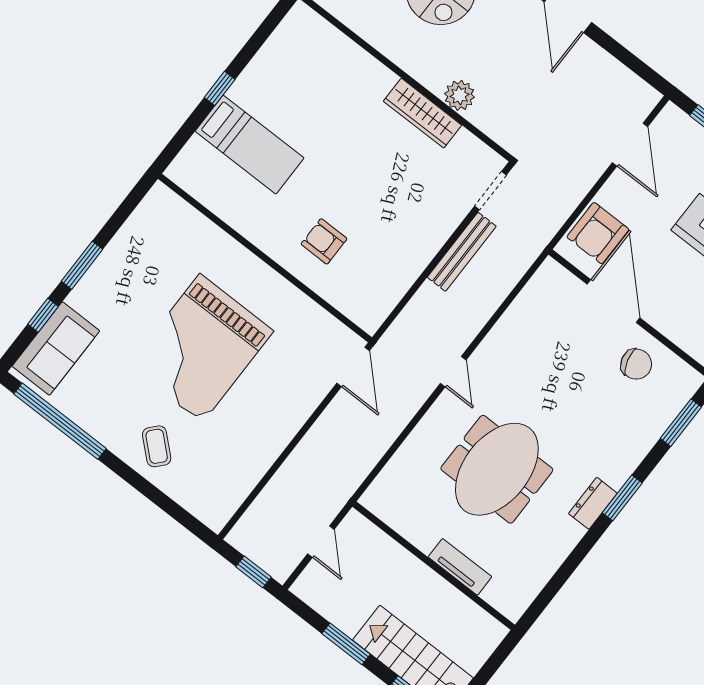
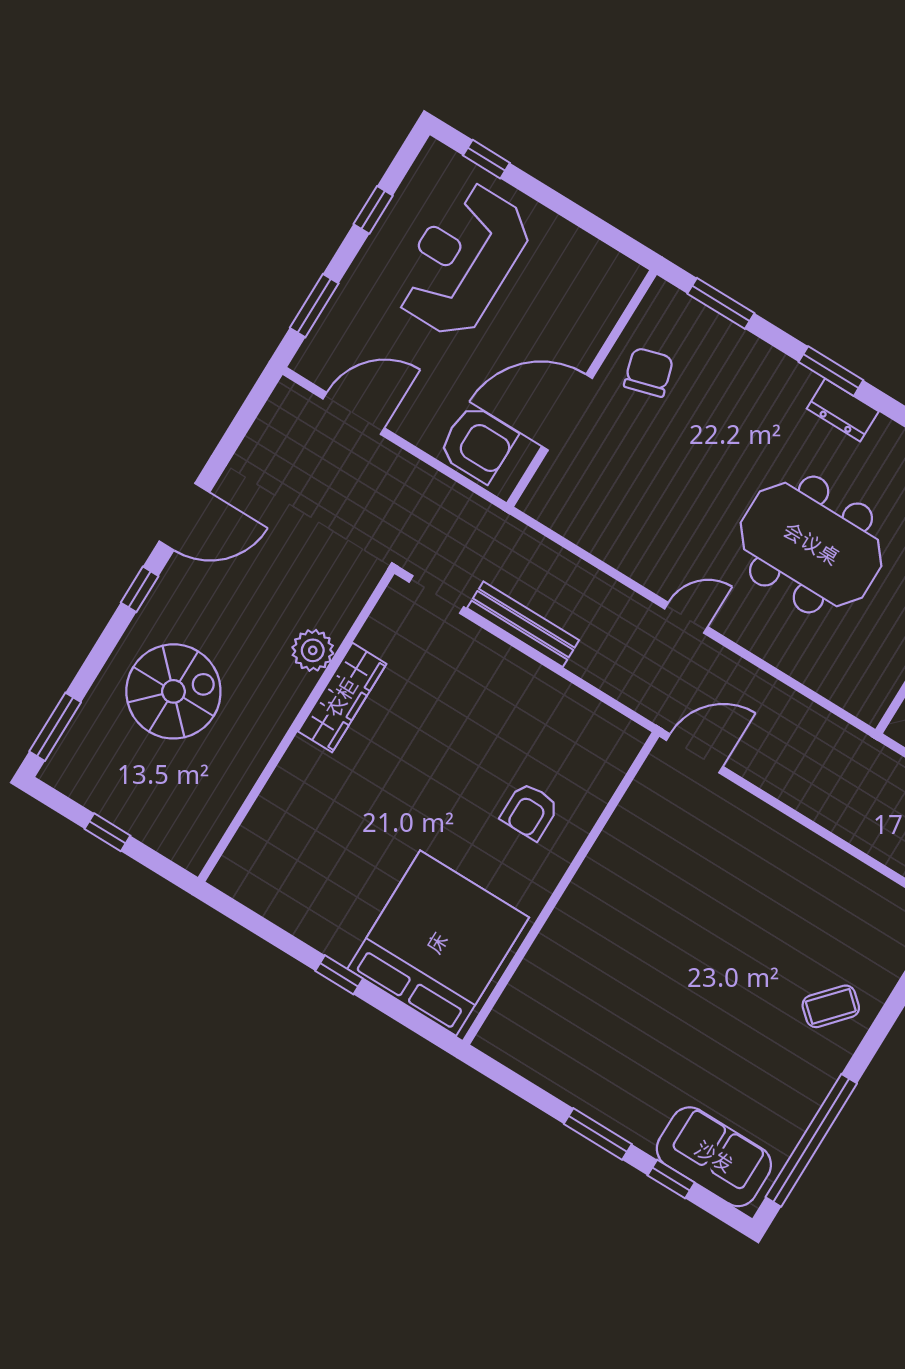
bed: (250, 145) -> (438, 943), width x2.04
grand piano: (201, 348) -> (692, 961), removed

